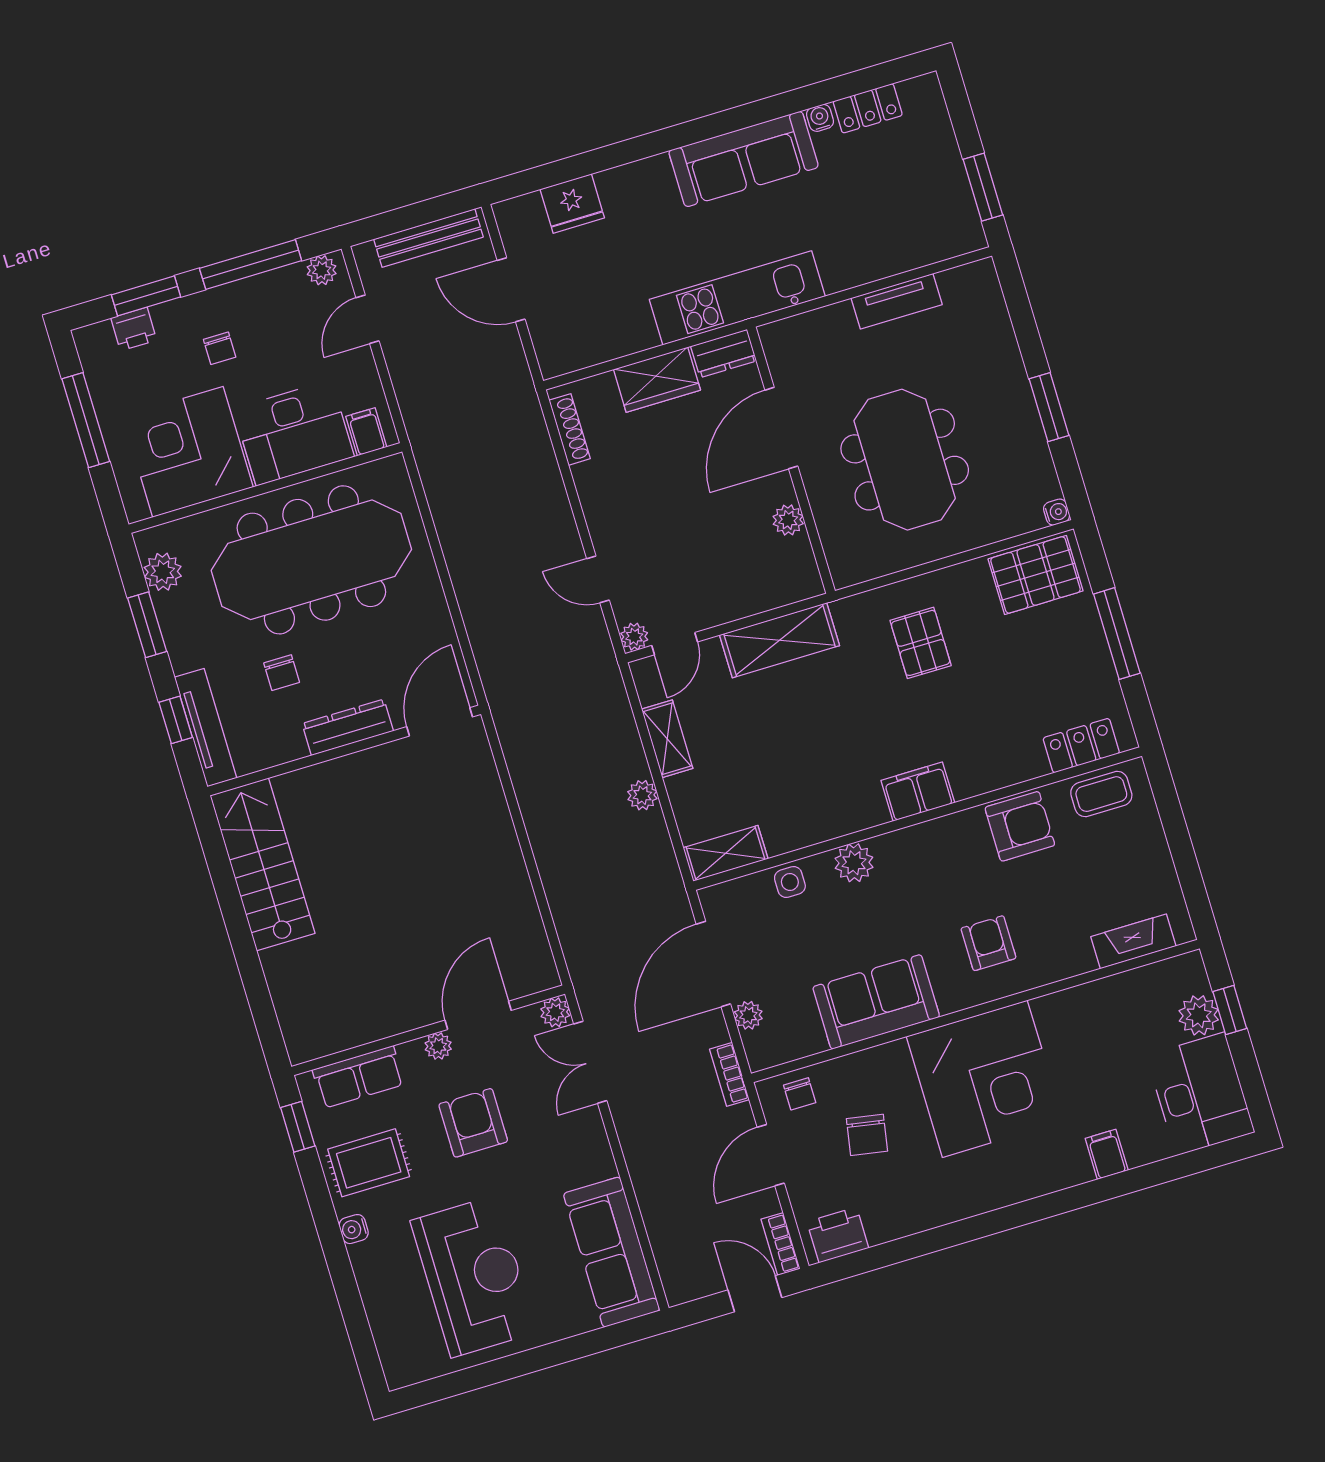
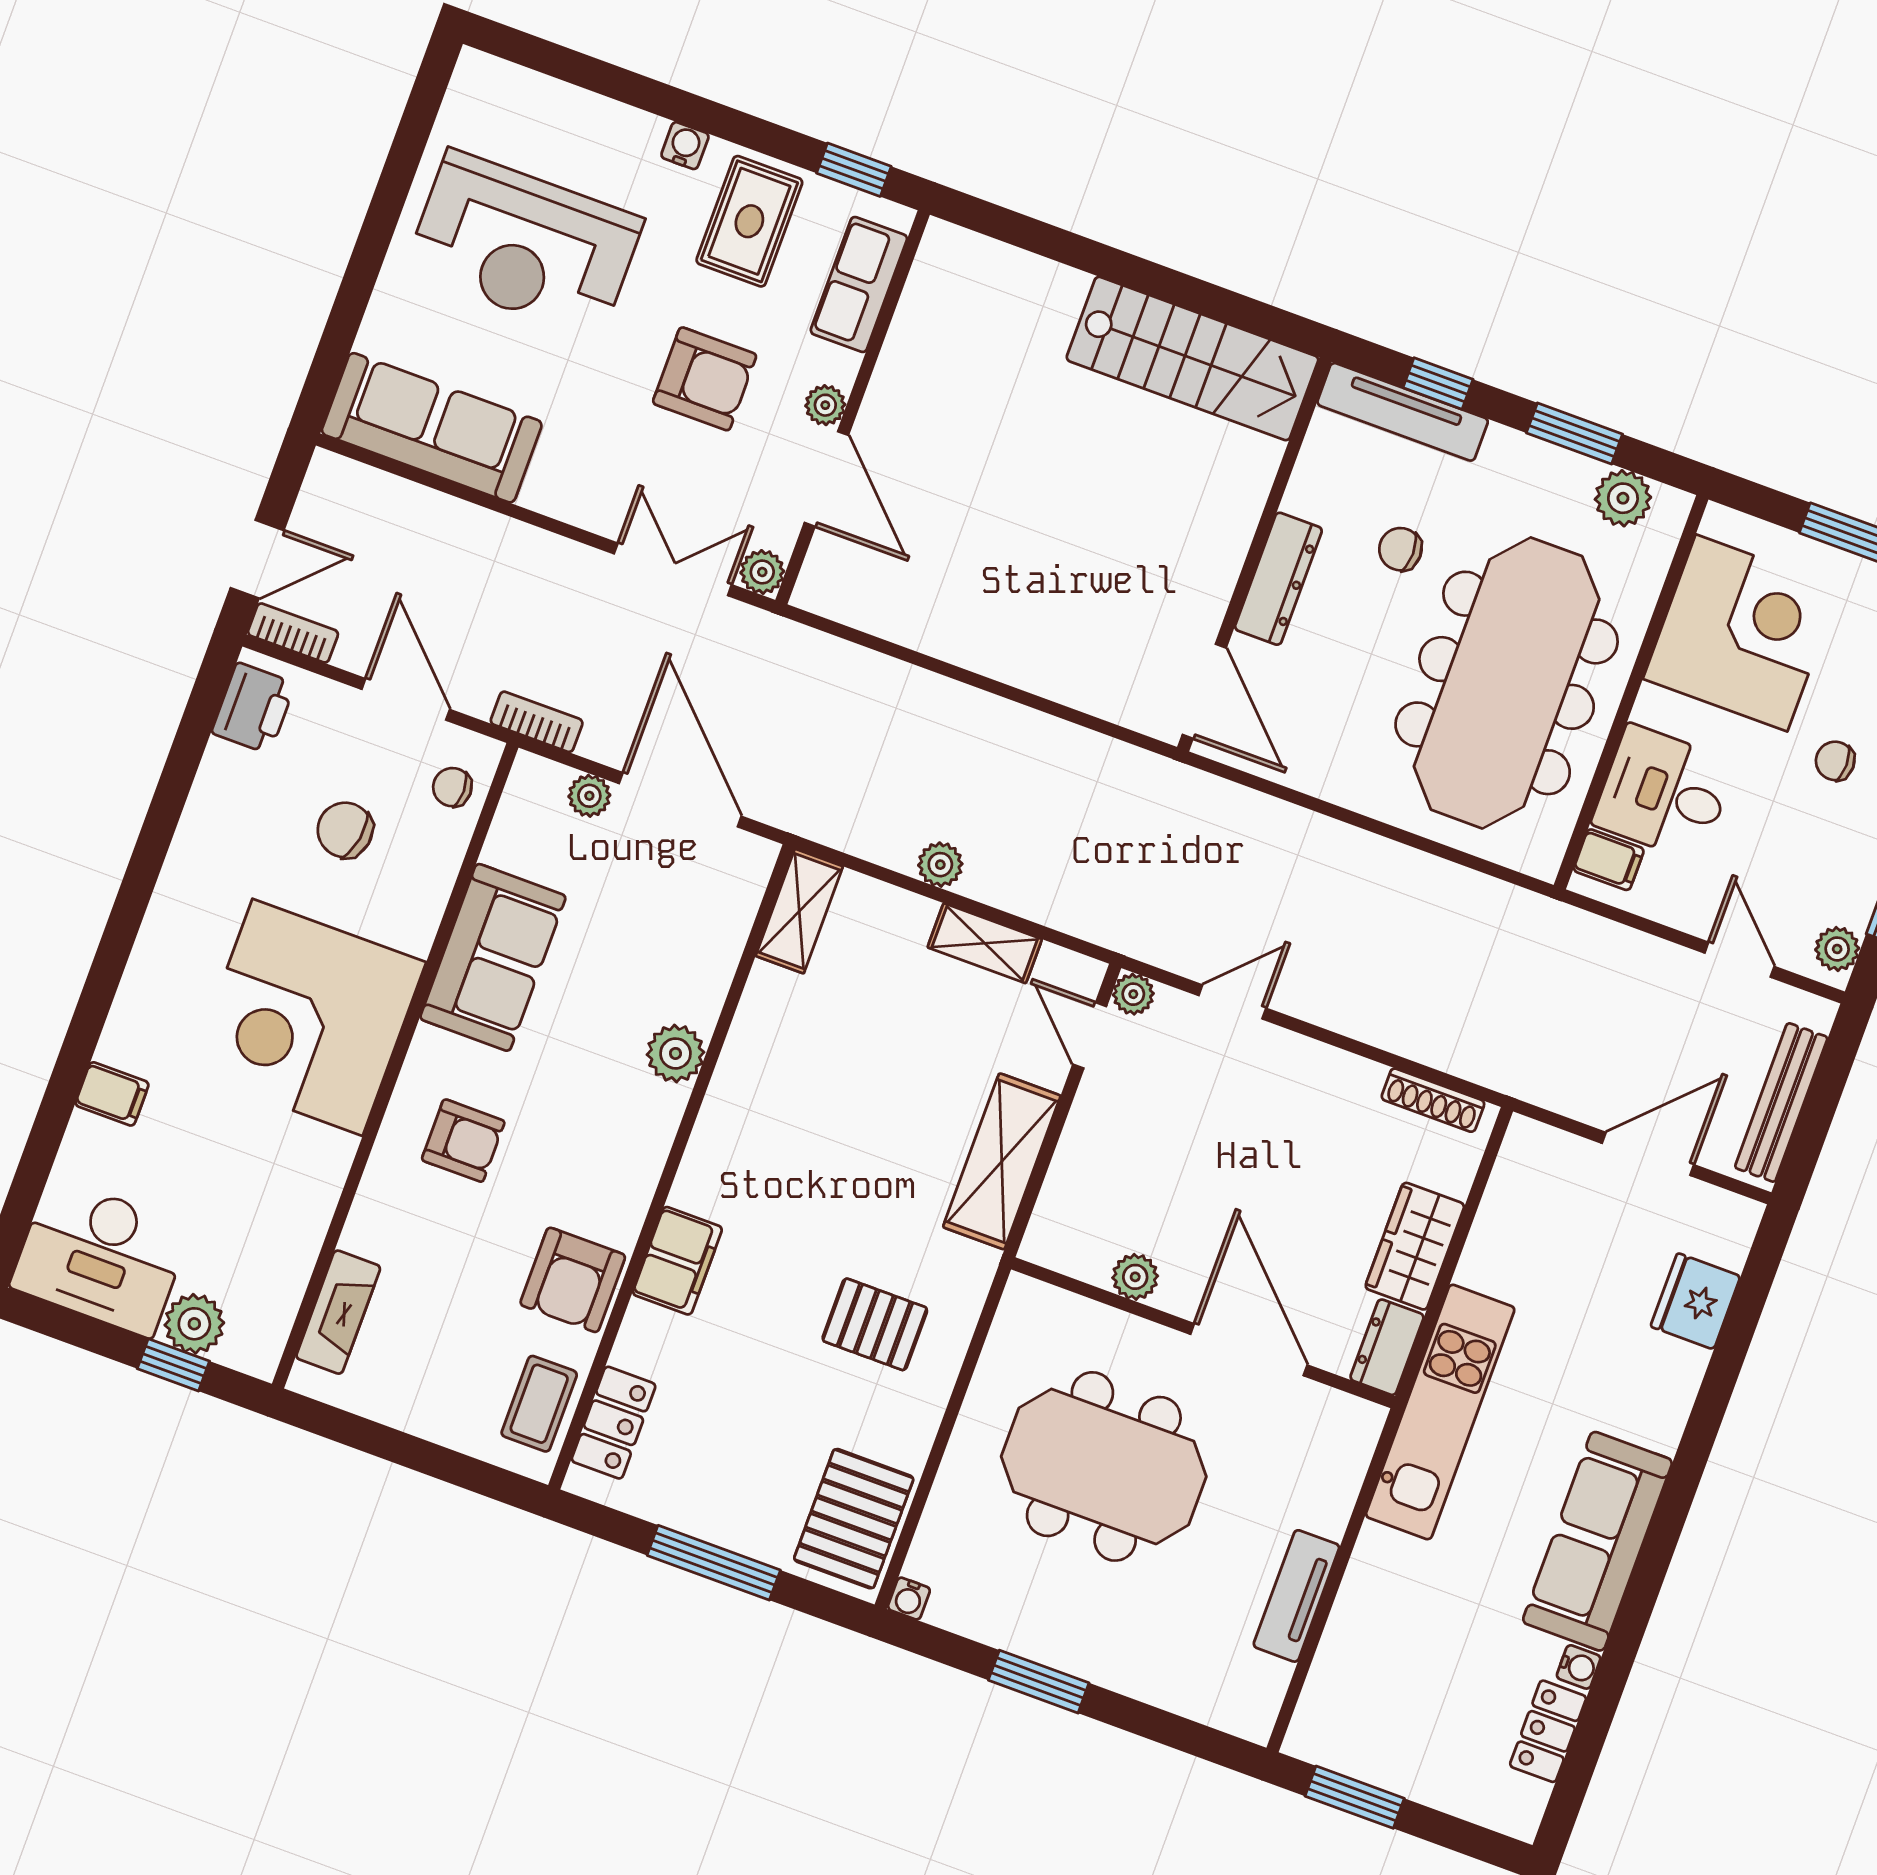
desk: (294, 433) -> (1664, 793), width x0.73
filing cabinet: (918, 792) -> (677, 1261), moved
side table: (790, 882) -> (709, 961), removed

